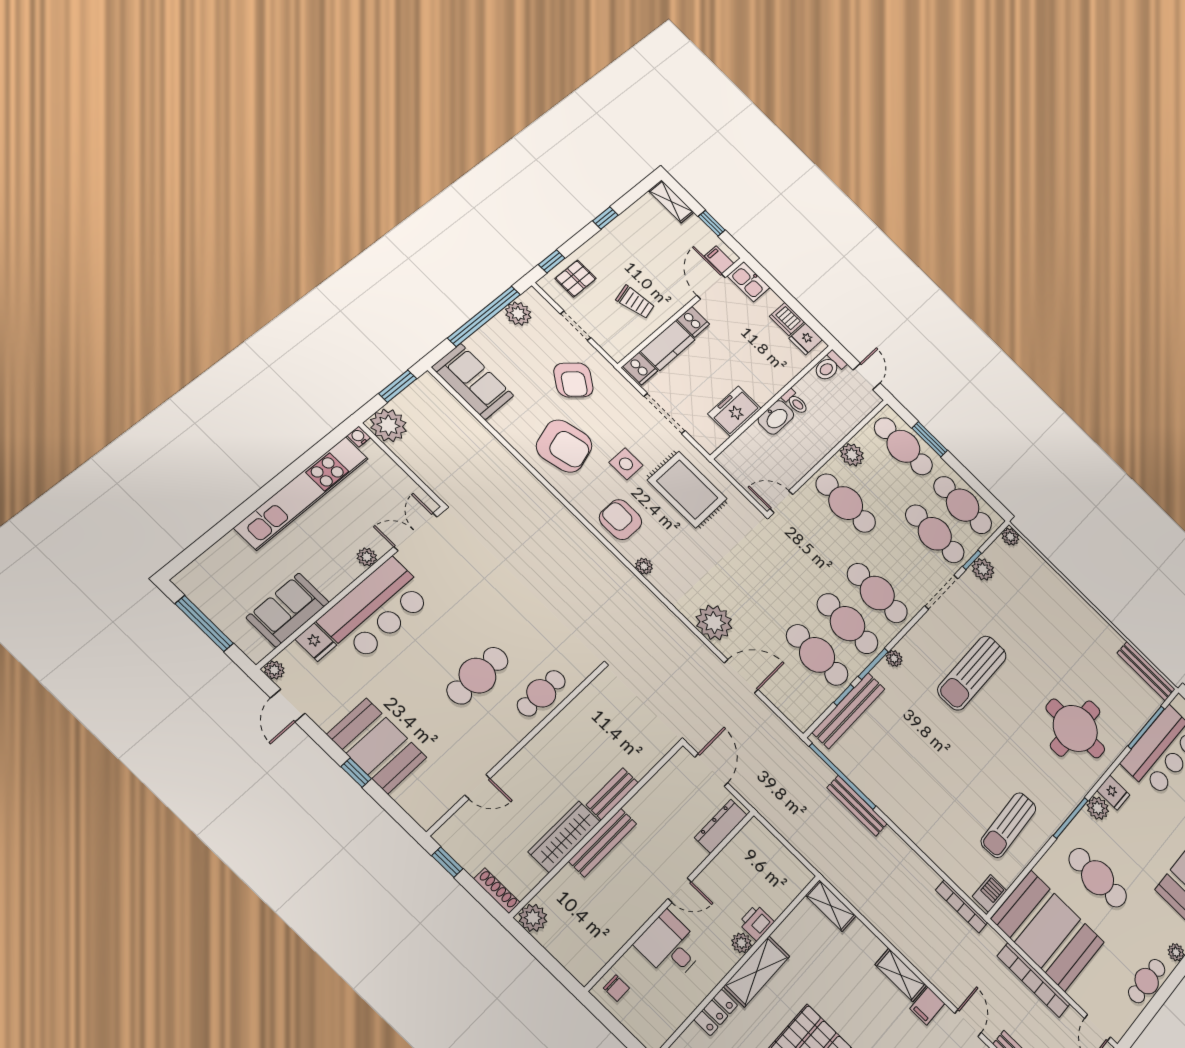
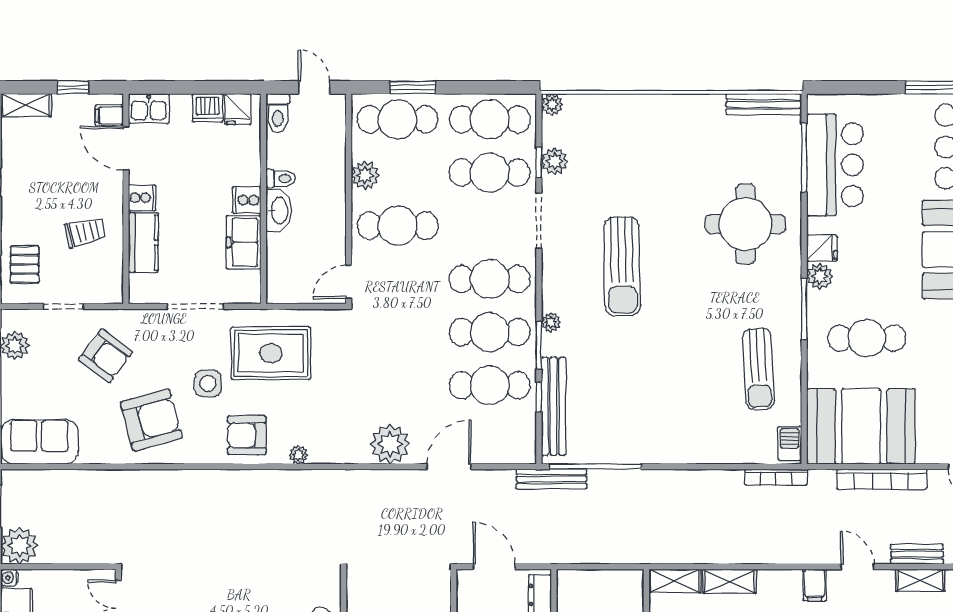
cooker: (640, 369) -> (247, 200), moved, turned 180
bench: (857, 806) -> (551, 479), moved
shelving: (901, 975) -> (729, 581), moved

